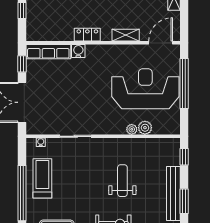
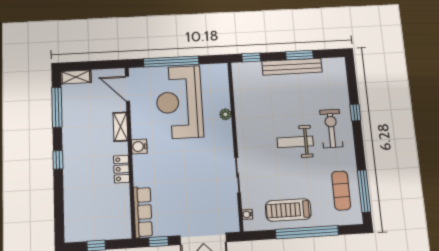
water cooler: (78, 51) -> (139, 146), moved
plant: (145, 128) -> (223, 100), removed
weight bench: (122, 181) -> (295, 142), moved

